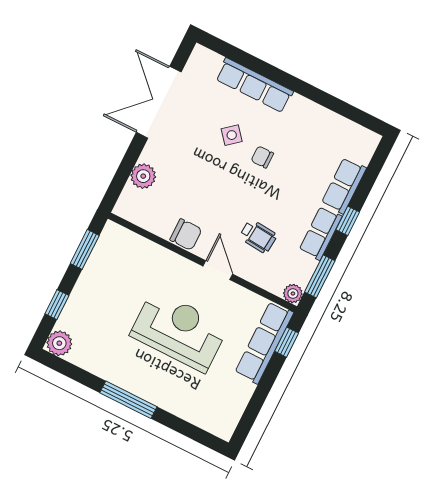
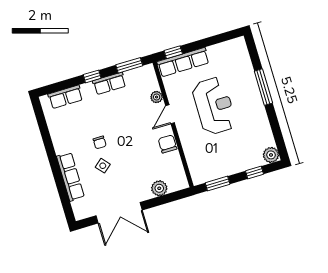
row of seats: (344, 186) -> (65, 97), moved
wheelchair: (258, 236) -> (137, 110), removed
plant: (293, 294) -> (157, 97), moved
reception desk: (179, 331) -> (214, 106), turned 180
window: (128, 400) -> (263, 87), moved

